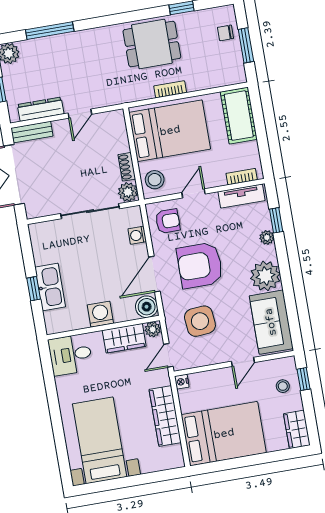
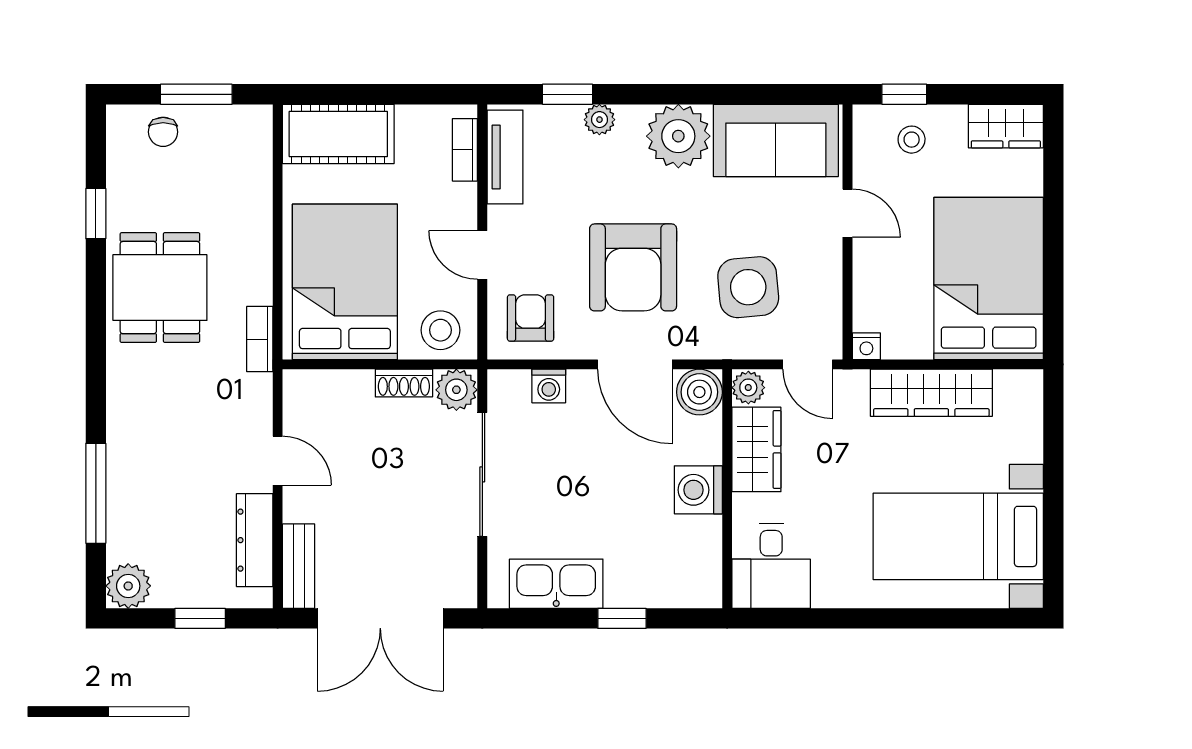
bookcase: (170, 89) -> (260, 339), moved
kitchen sink: (50, 287) -> (556, 584), moved

